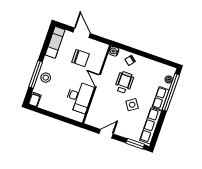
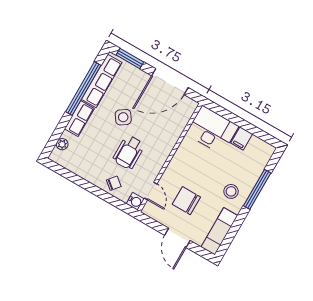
stool: (46, 78) -> (231, 191), moved
door: (98, 81) -> (151, 191), moved
window: (171, 92) -> (83, 89), moved
desk: (79, 97) -> (212, 130), moved, turned 90
filing cabinet: (35, 99) -> (242, 139), moved
door: (106, 134) -> (170, 82), width x1.88

